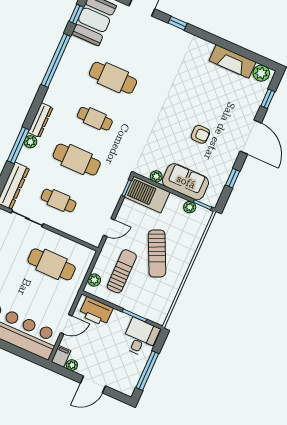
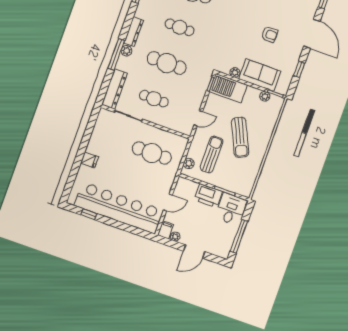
printer: (96, 311) -> (208, 196), moved

